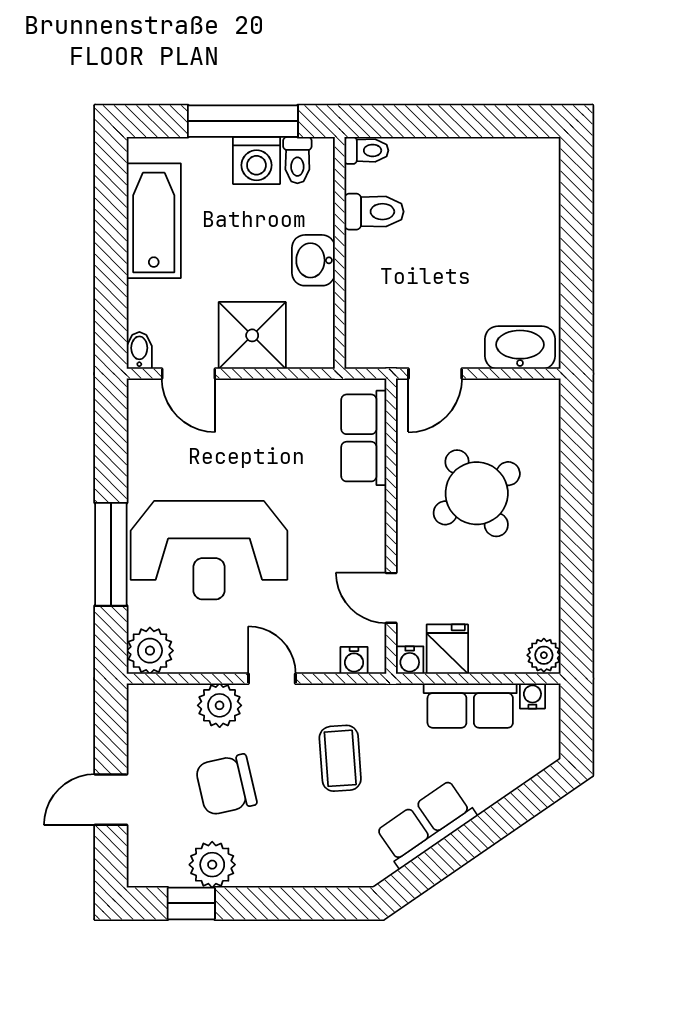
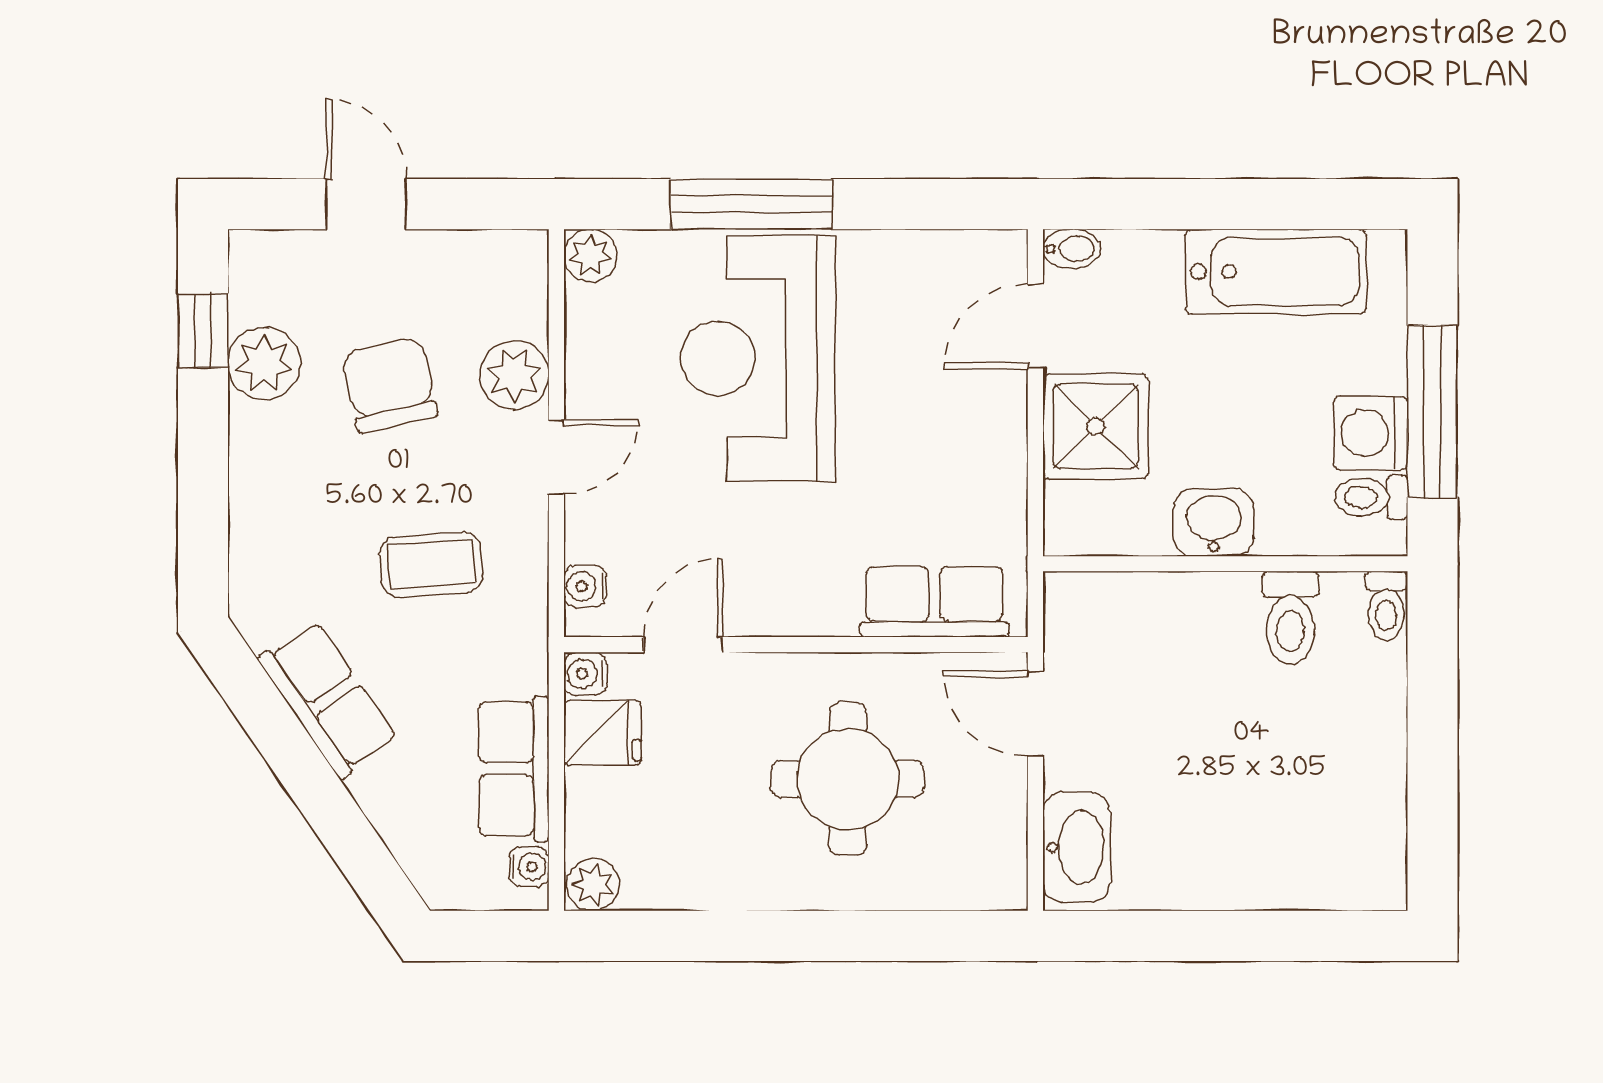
round table: (477, 493) -> (848, 779), turned 32
plant: (150, 651) -> (590, 256), width x0.73, depth x0.73

